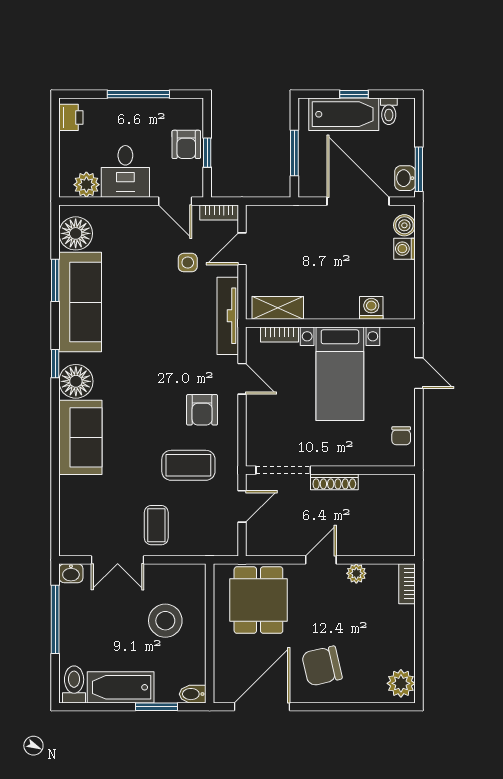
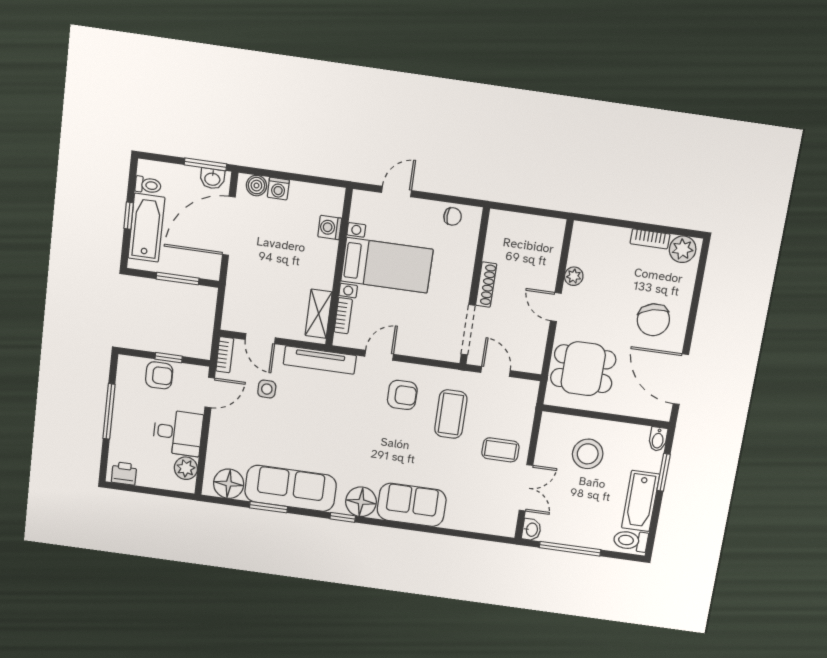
bookcase: (407, 584) -> (650, 239), moved

